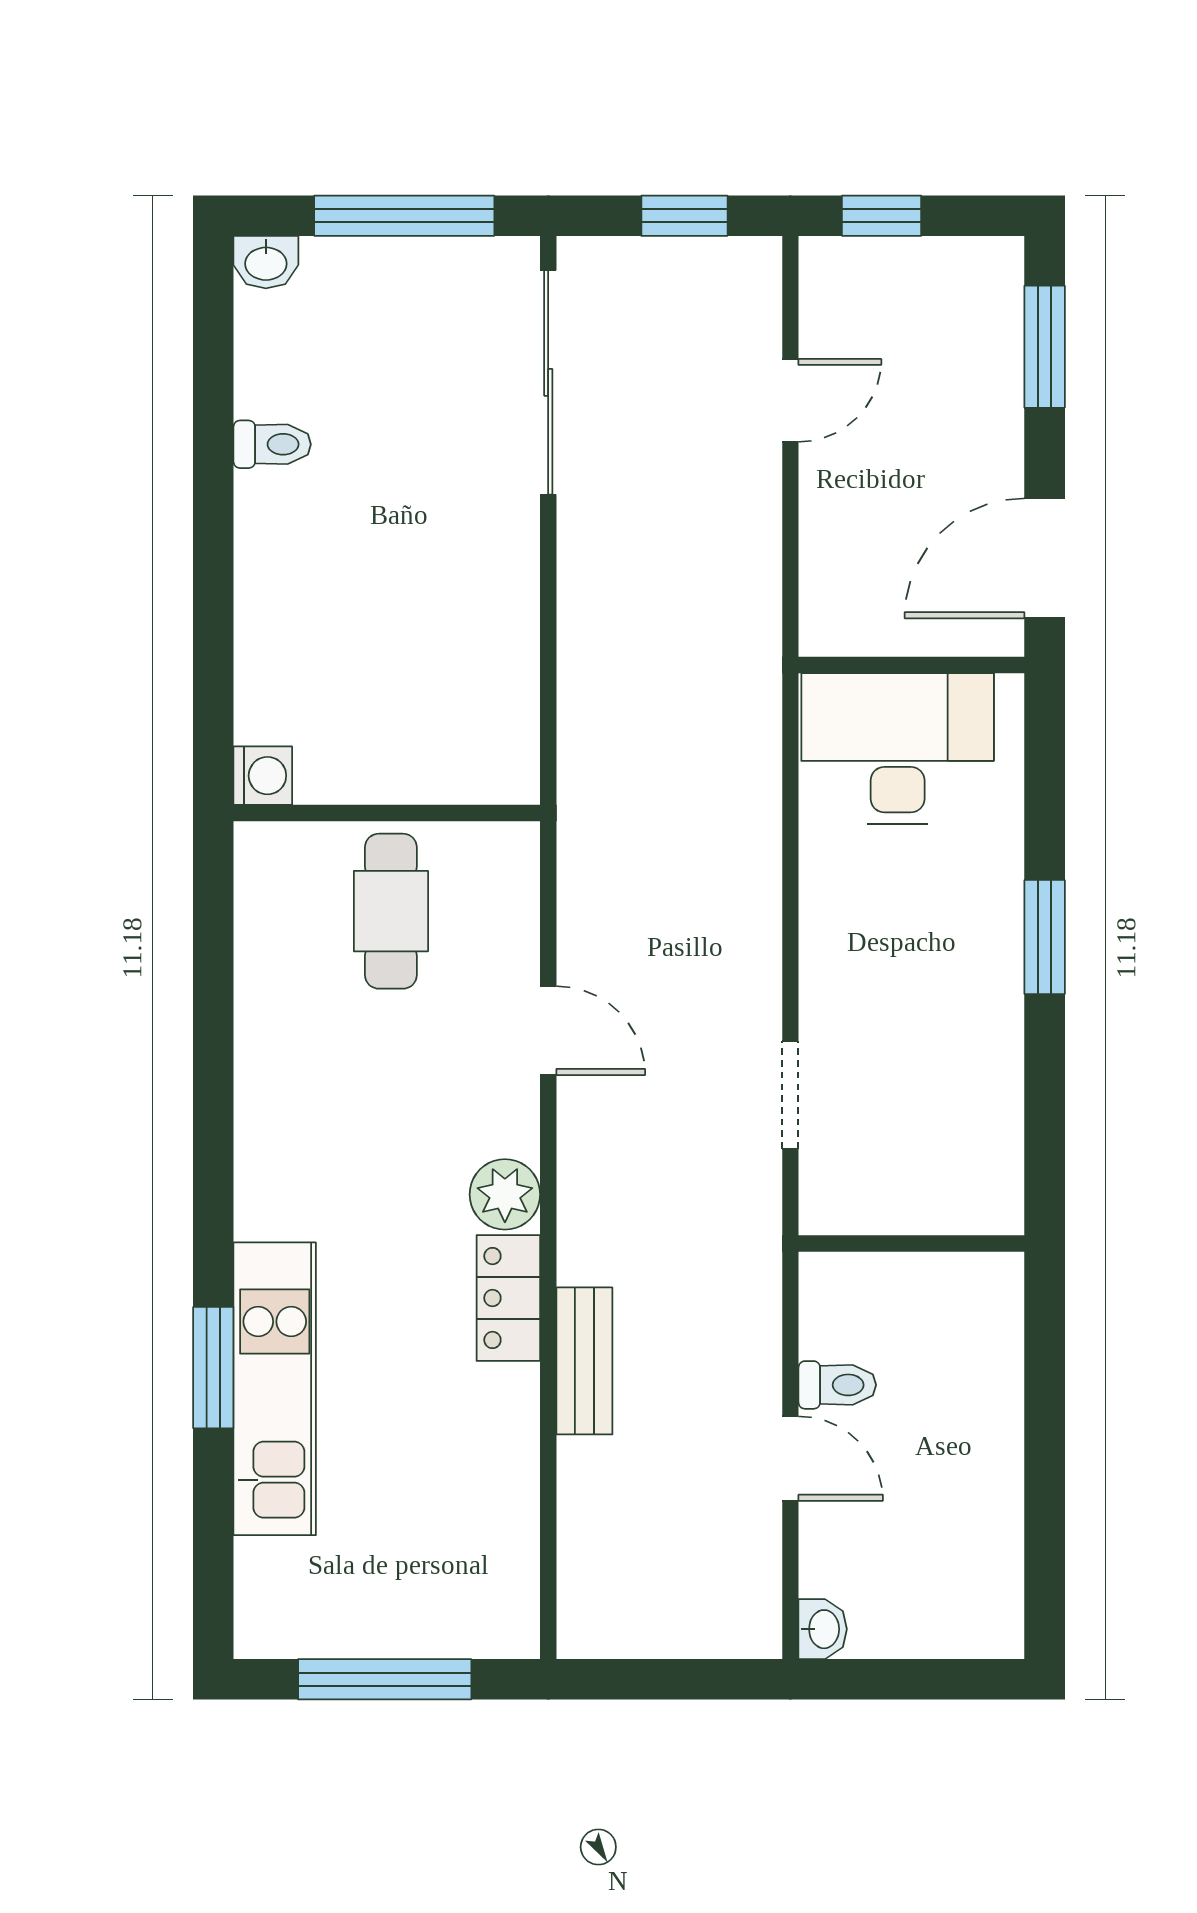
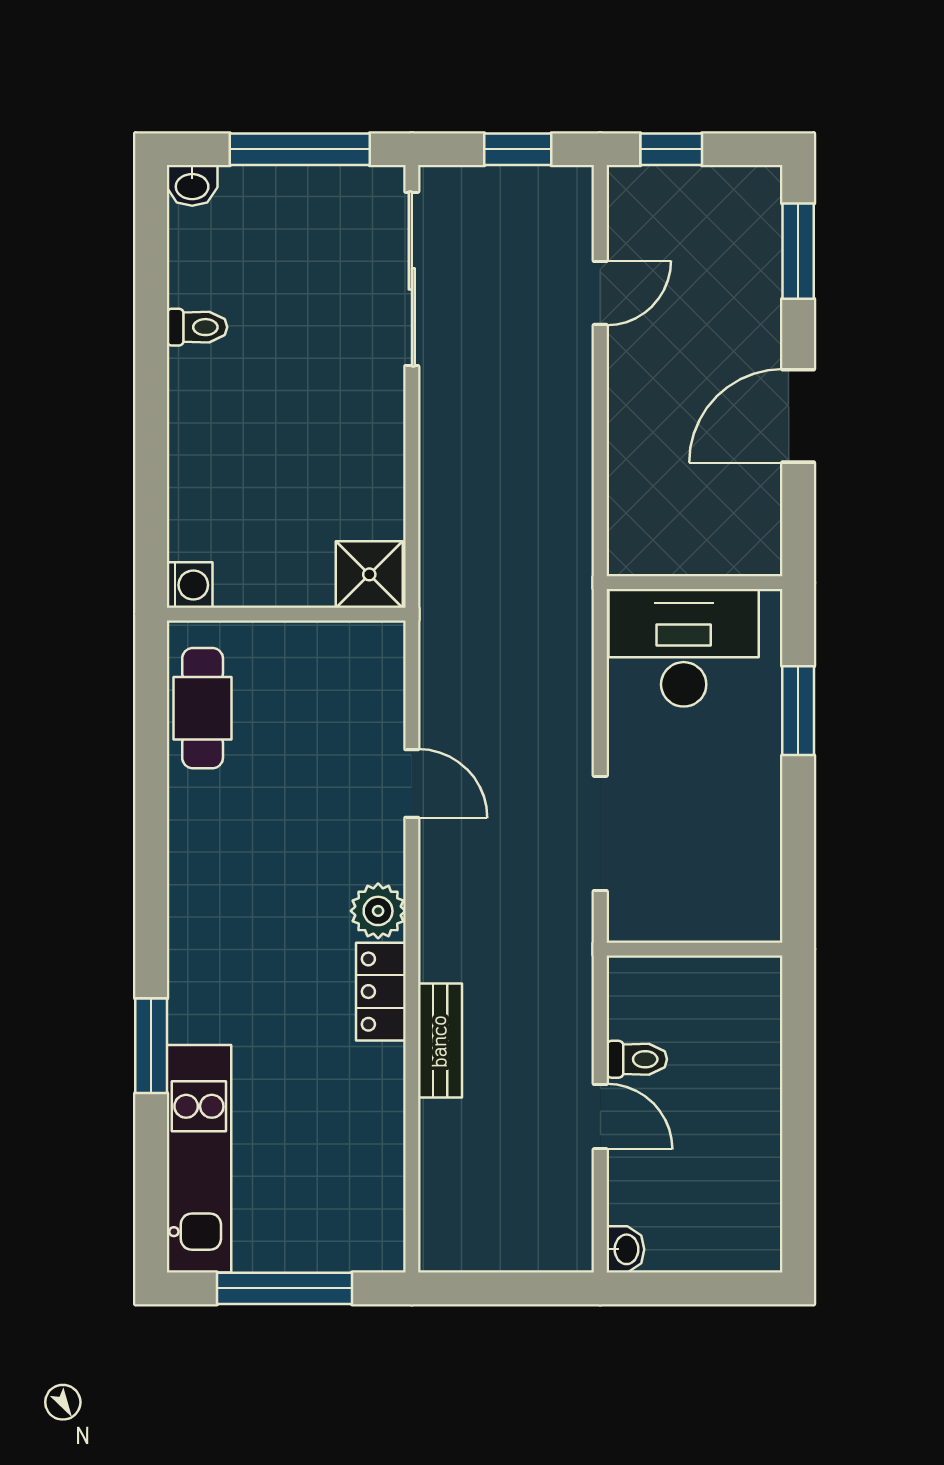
wall: (911, 665) -> (694, 583), moved
desk: (898, 749) -> (684, 648), moved
shower: (494, 762) -> (369, 574), added
cafe table: (391, 911) -> (203, 708), moved
doorway: (790, 1095) -> (600, 833), width x1.38
kitchen unit: (275, 1389) -> (199, 1159), moved

